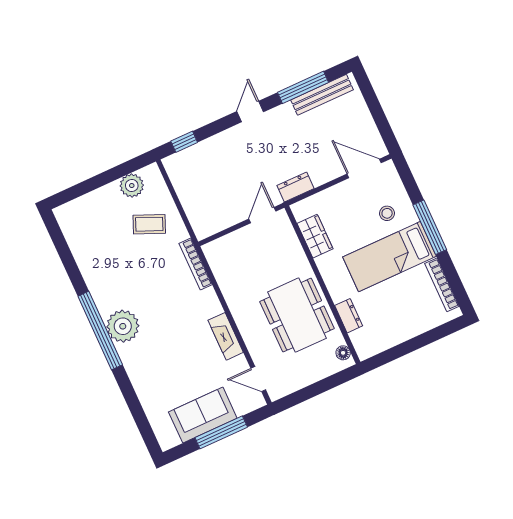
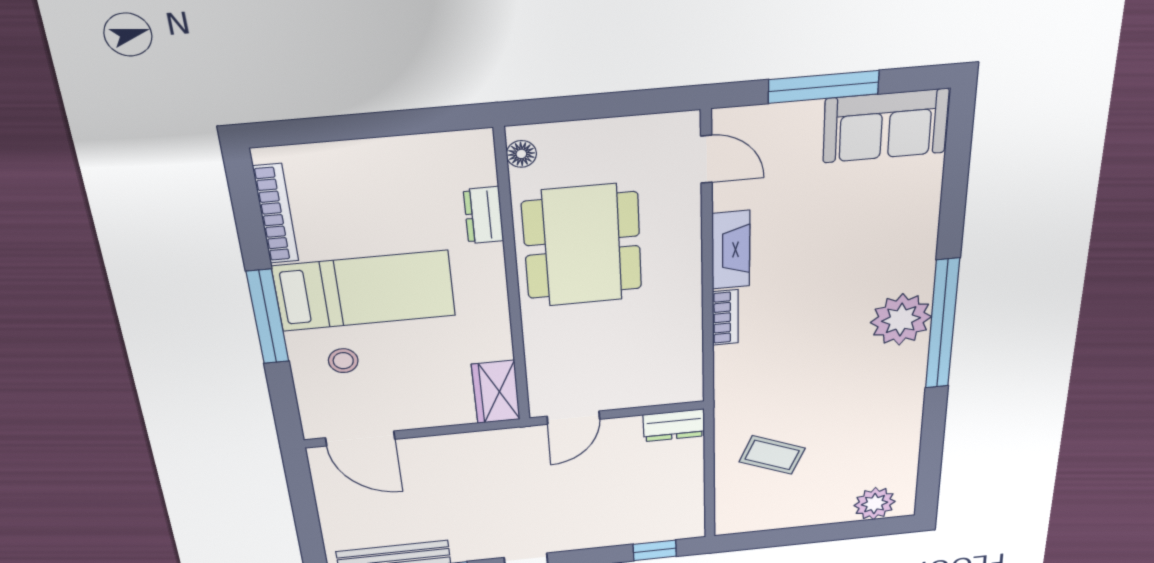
plant: (132, 186) -> (875, 504), moved
dresser: (296, 187) -> (674, 425), moved
wardrobe: (315, 236) -> (496, 392), moved
bookcase: (196, 264) -> (725, 317), moved, width x0.64
sofa: (203, 415) -> (886, 126), moved

